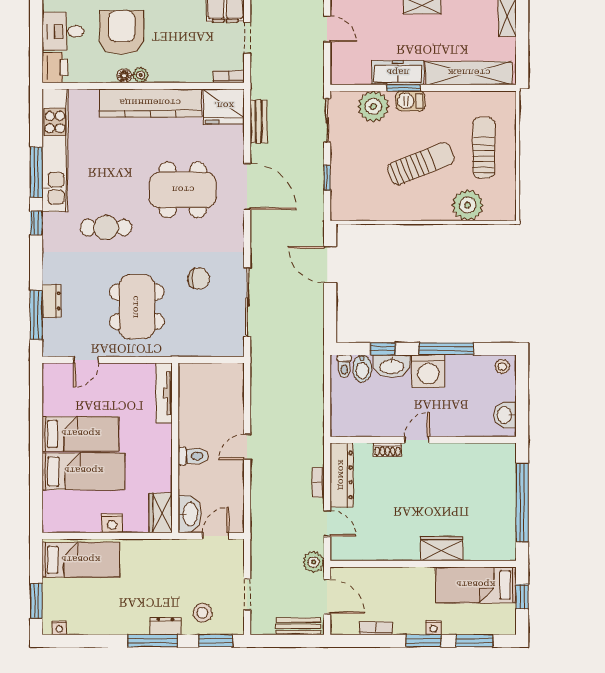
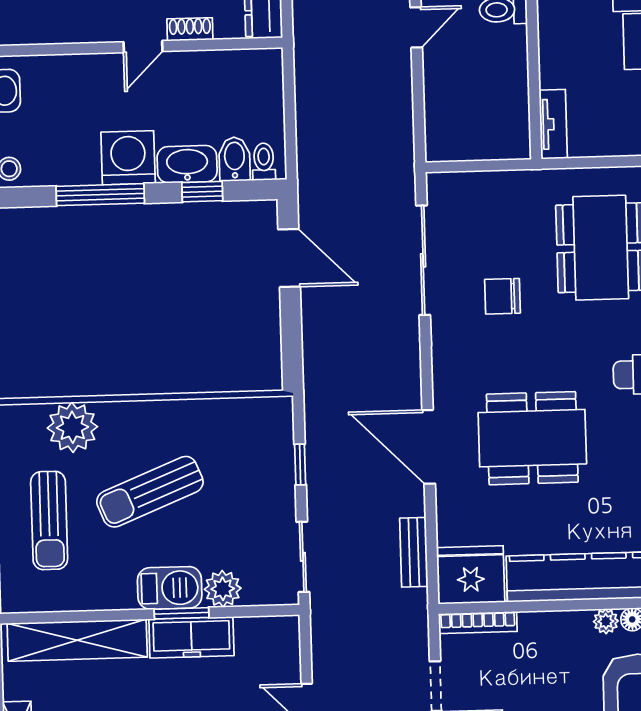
bookcase: (229, 77) -> (478, 623), width x1.56
barbecue: (410, 101) -> (170, 588), width x1.38, depth x1.27
plant: (373, 106) -> (223, 589), width x0.73, depth x0.73
door: (330, 265) -> (289, 258), moved
tv unit: (164, 393) -> (553, 124), width x0.71

